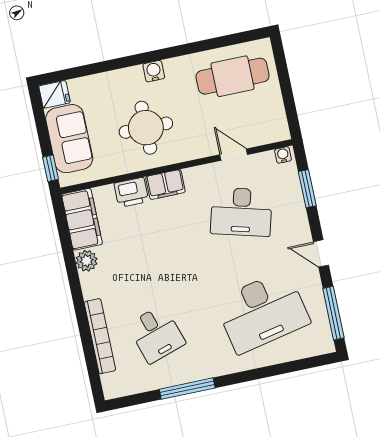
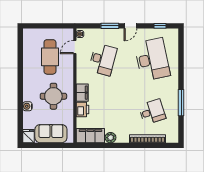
water cooler: (154, 71) -> (27, 106), moved
cafe table: (232, 76) -> (50, 57), moved
door: (234, 155) -> (75, 47), moved
window: (50, 168) -> (63, 145), removed
window: (307, 189) -> (110, 26), moved
window: (333, 313) -> (160, 26), width x0.46

